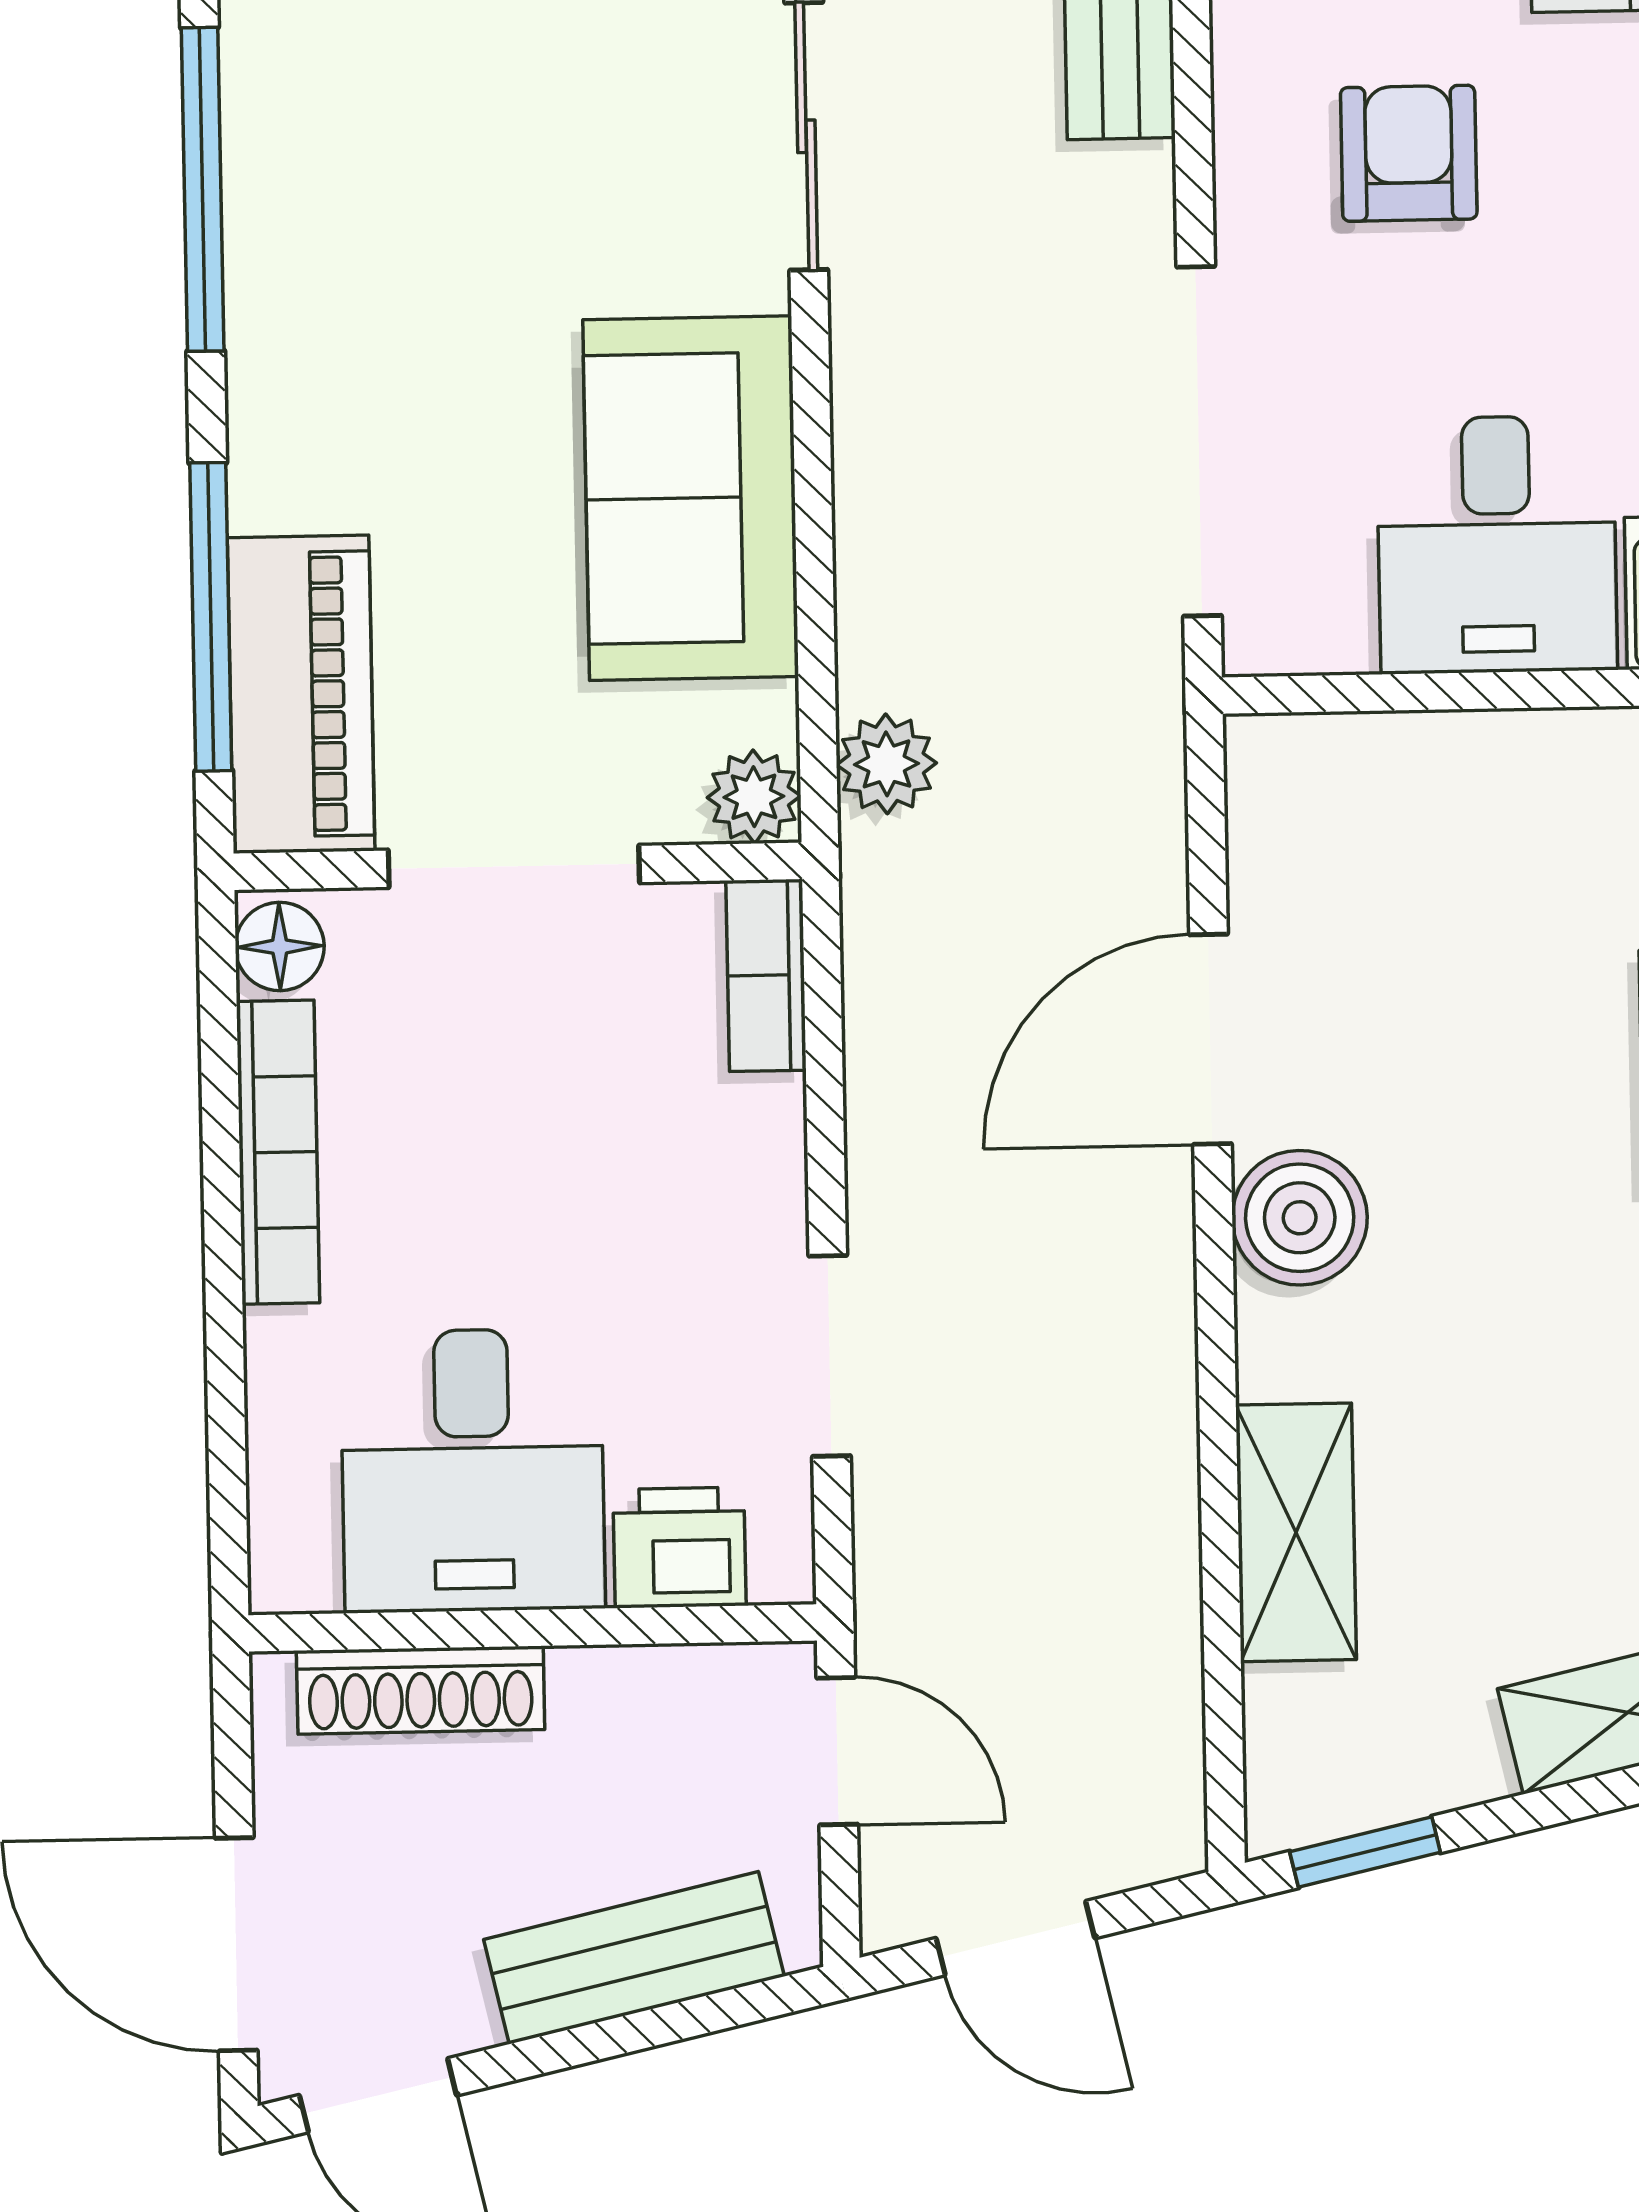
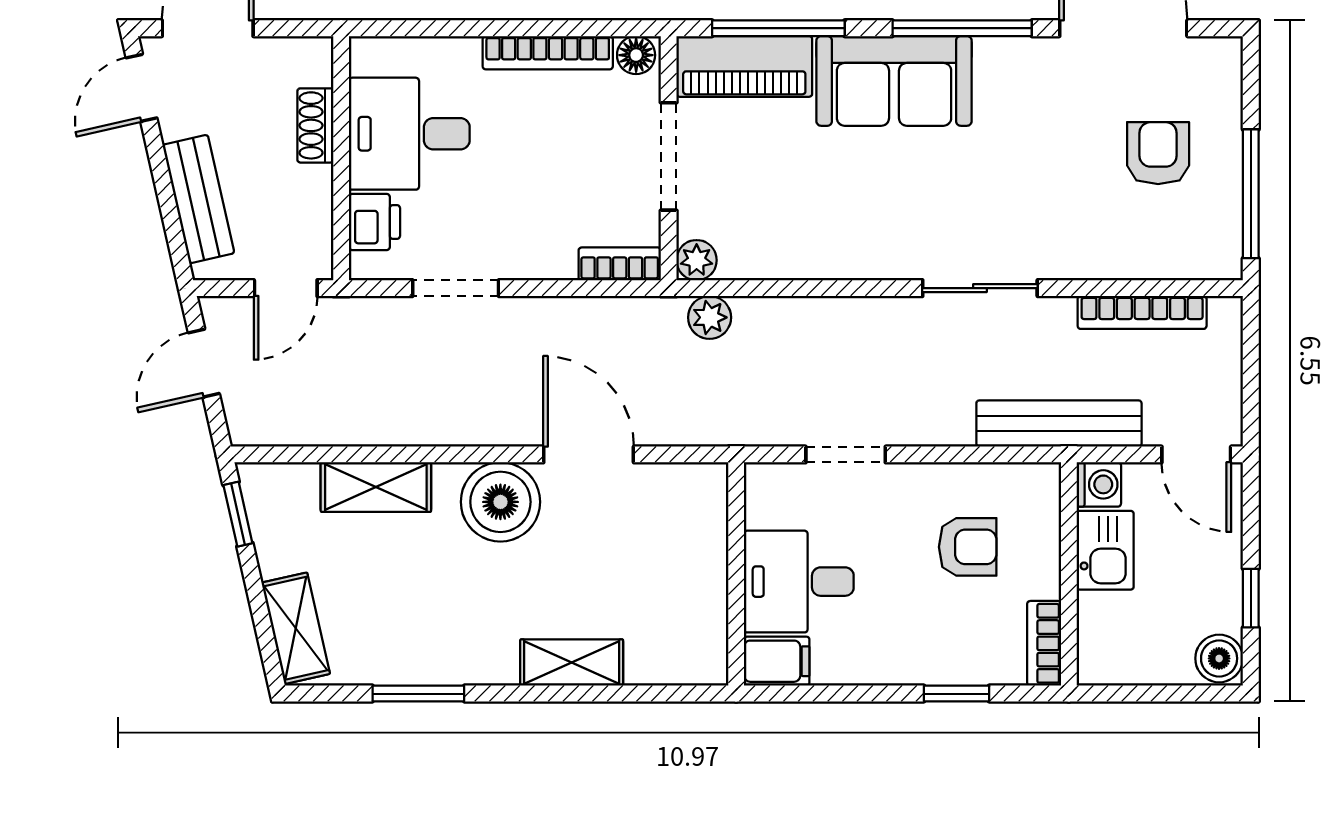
doorway: (1199, 441) -> (846, 454), width x0.53
sofa: (691, 498) -> (894, 81), moved, turned 180
boiler: (1300, 1218) -> (500, 502), width x1.37, depth x1.37
shoe rack: (421, 1690) -> (315, 125), width x0.70

